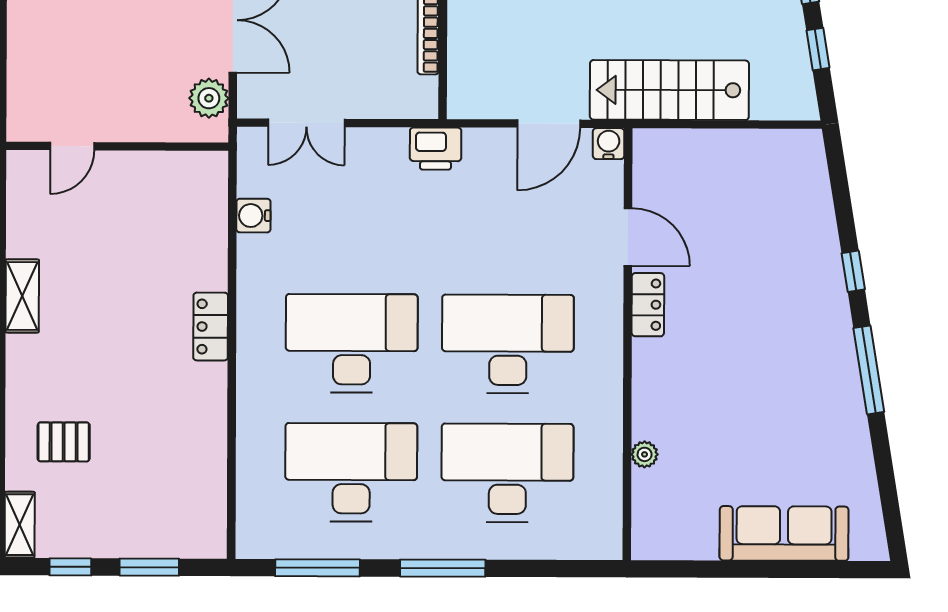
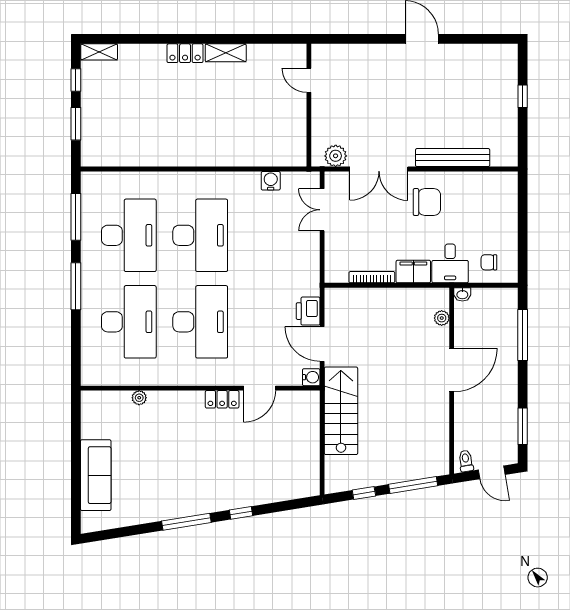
printer: (436, 149) -> (308, 311), moved
locker: (211, 327) -> (185, 53), moved, turned 180
pallet: (64, 442) -> (145, 76), removed

